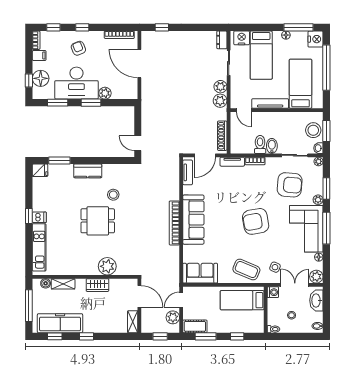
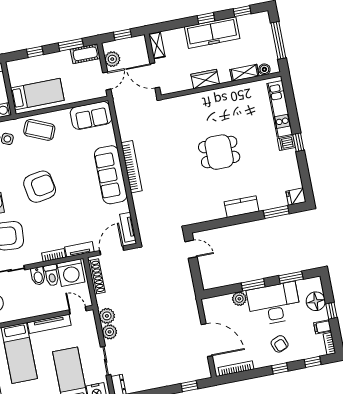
window: (29, 80) -> (331, 311), moved
washing machine: (243, 143) -> (71, 273), added
stool: (113, 195) -> (207, 185), removed
plant: (107, 266) -> (198, 103), removed
freezer: (60, 323) -> (212, 33), moved

